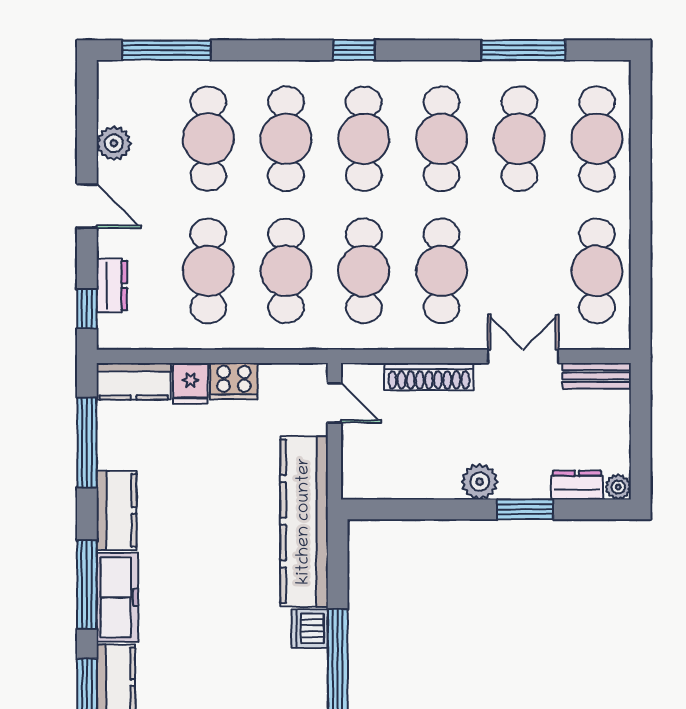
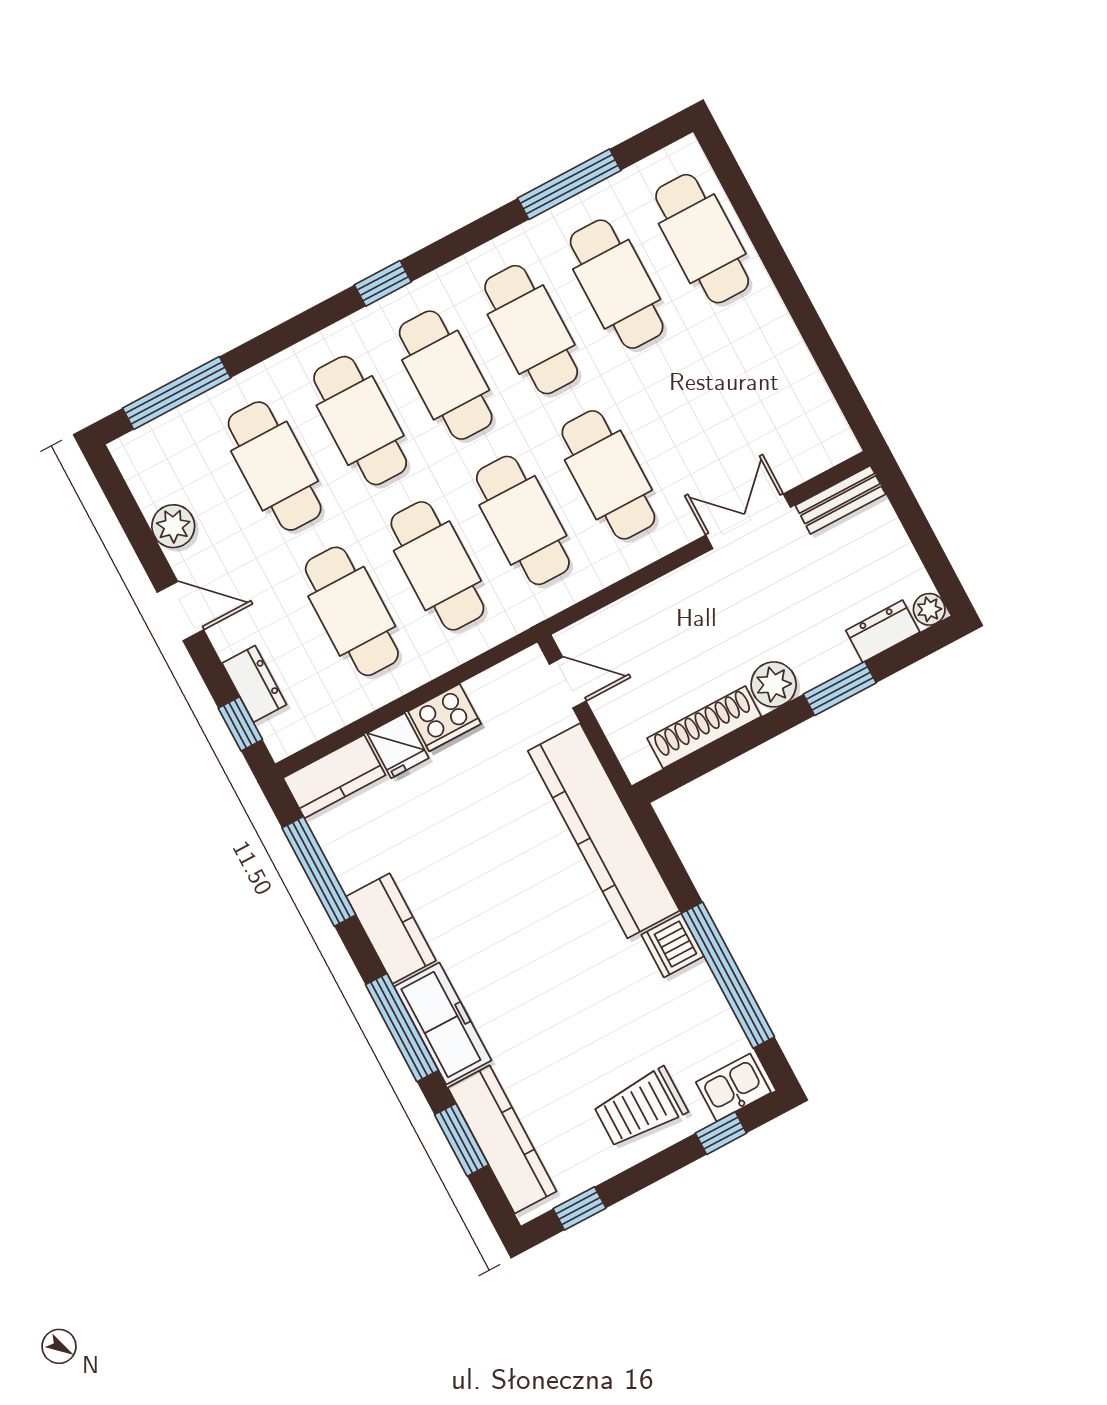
cafe table: (597, 271) -> (779, 384), removed
shoe rack: (429, 377) -> (704, 727), moved, turned 180

